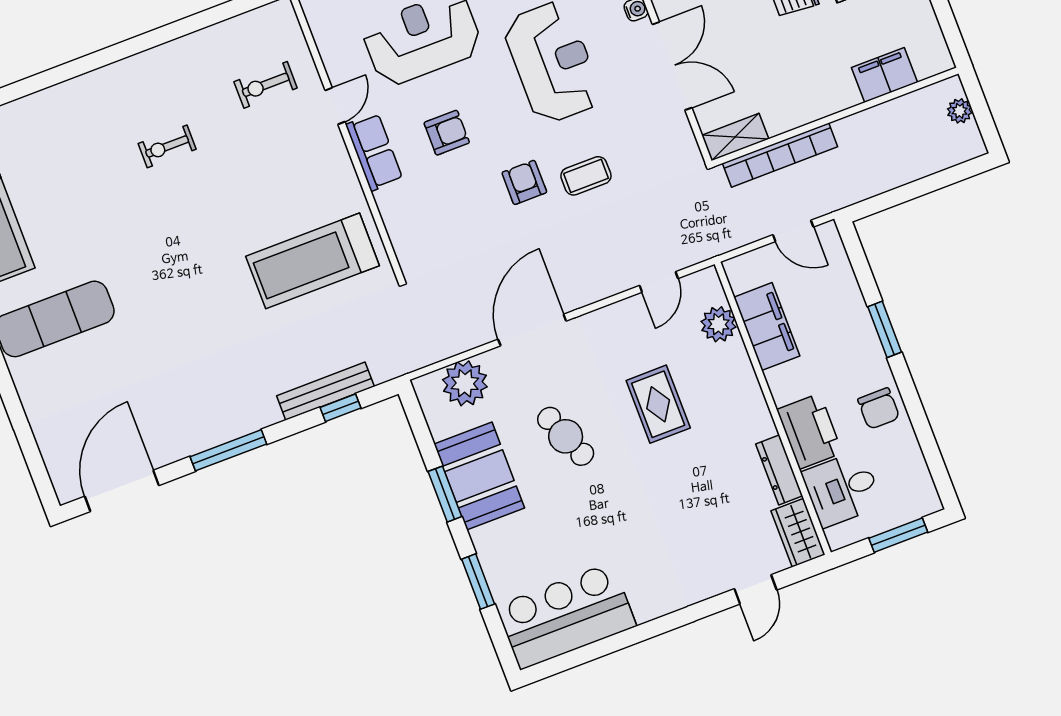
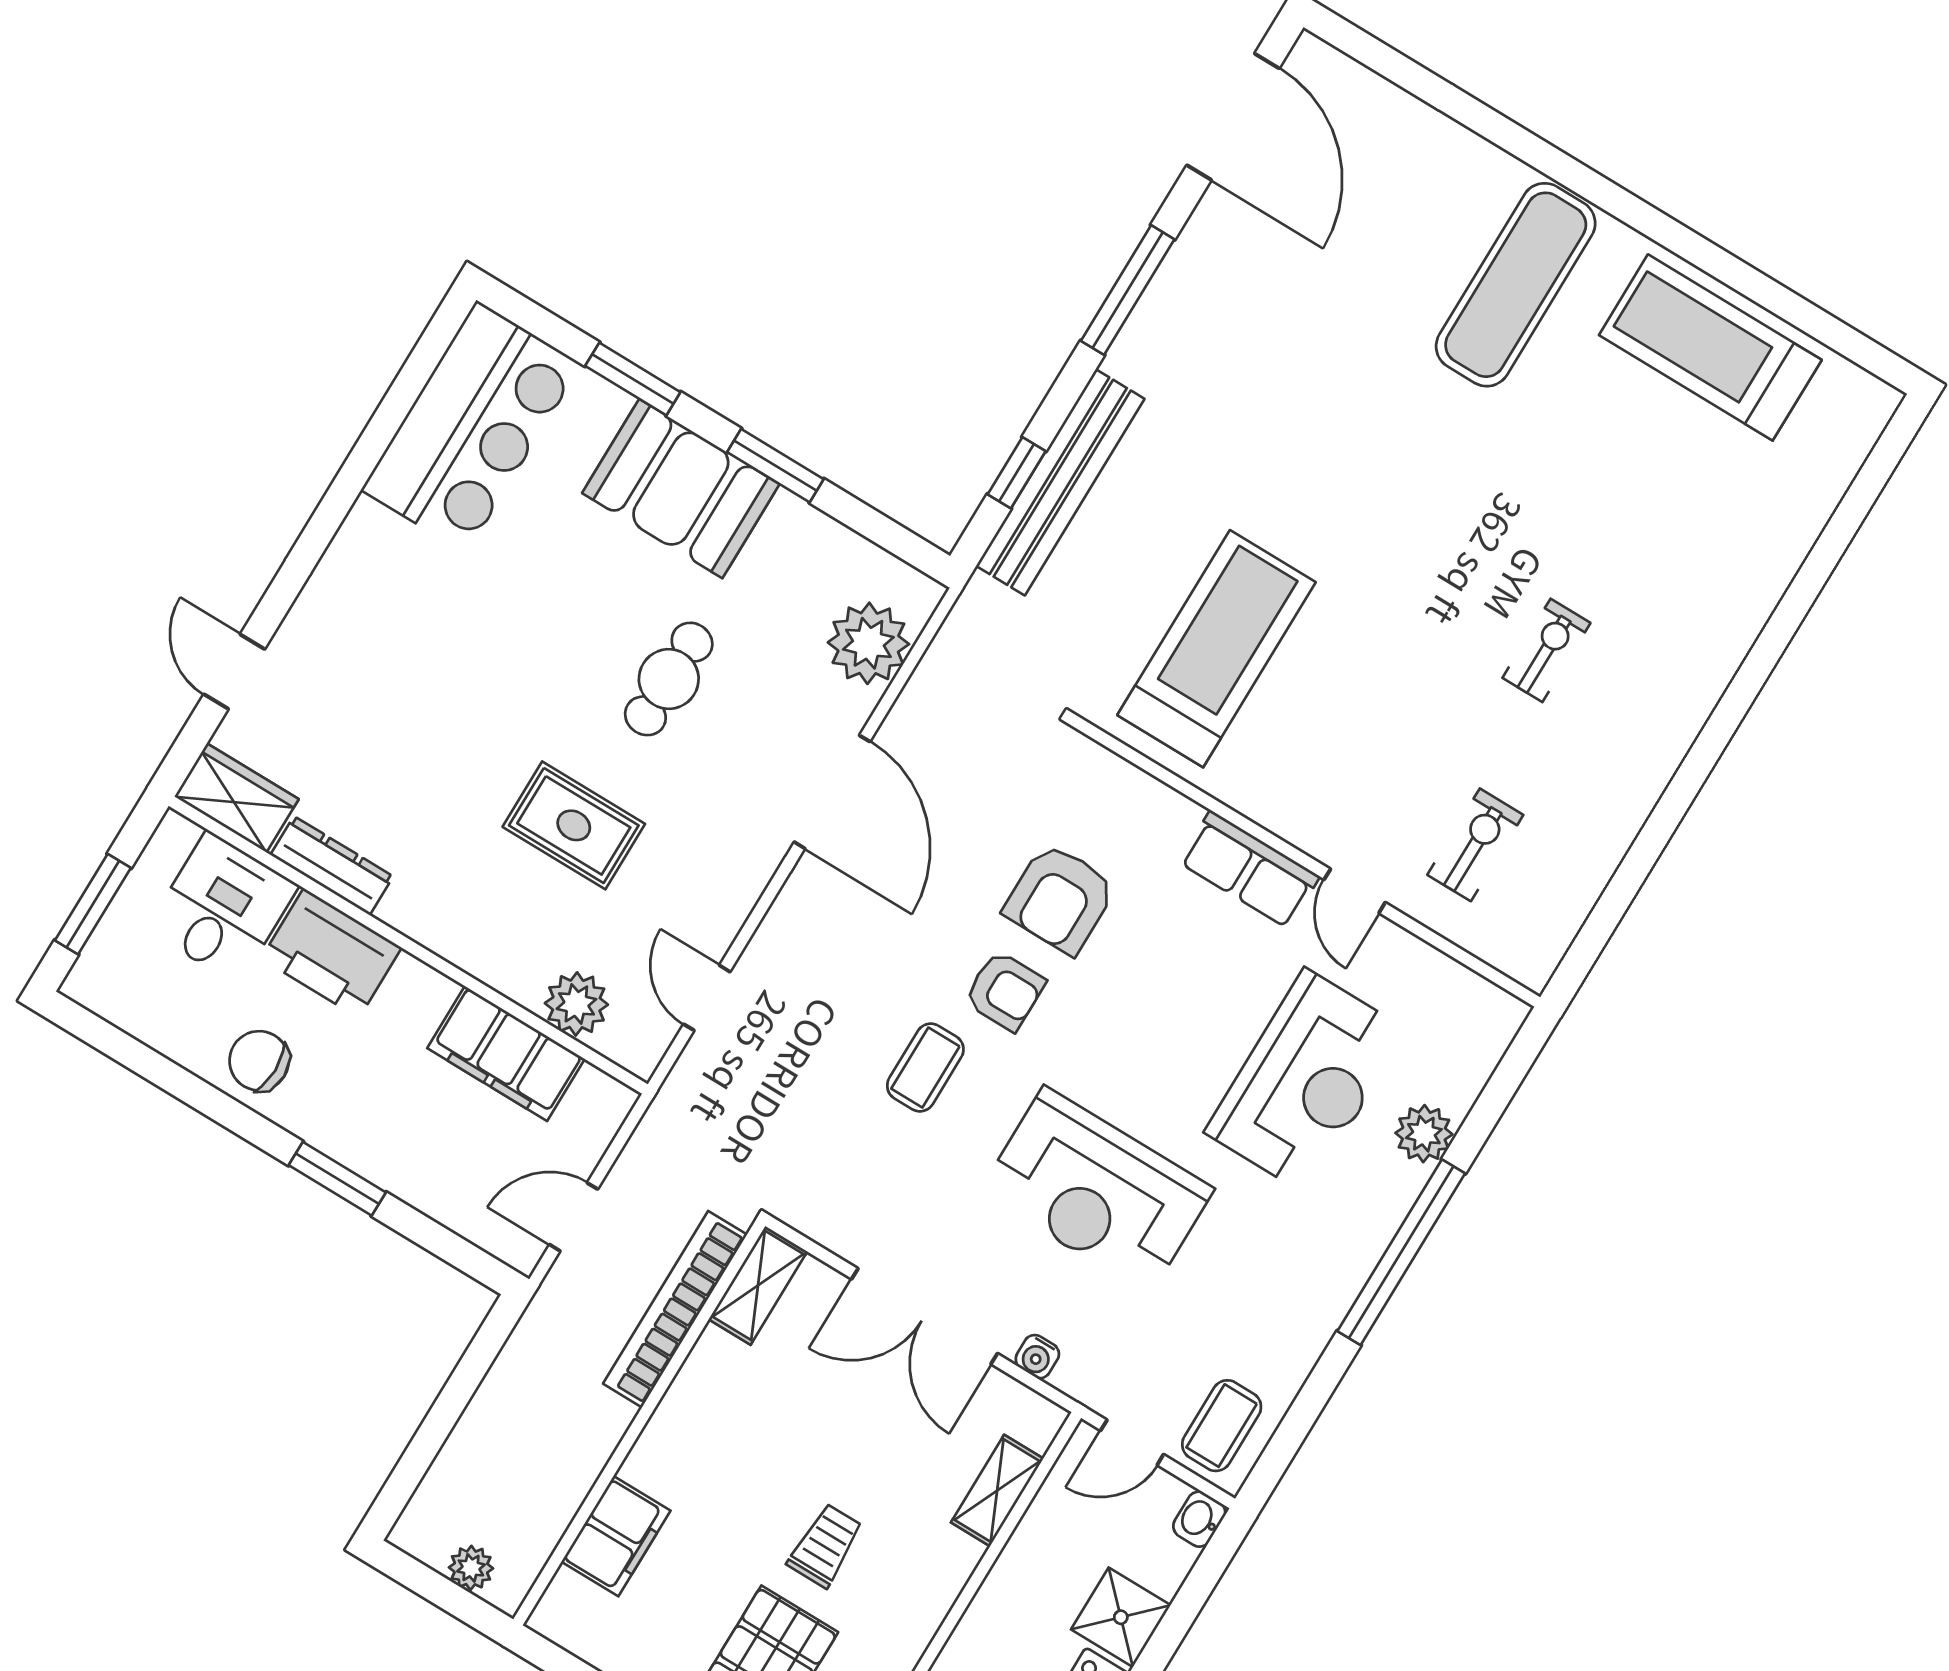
armchair: (447, 133) -> (1060, 899), moved, width x1.38, depth x1.38
bench: (325, 391) -> (1060, 482), width x1.37, depth x1.21
cafe table: (566, 436) -> (669, 679), turned -67
booth: (479, 476) -> (681, 489), moved

